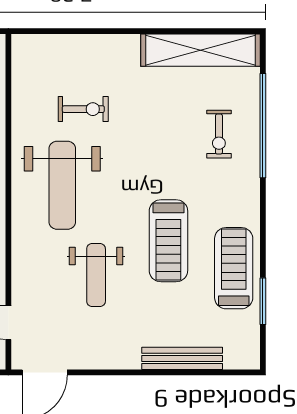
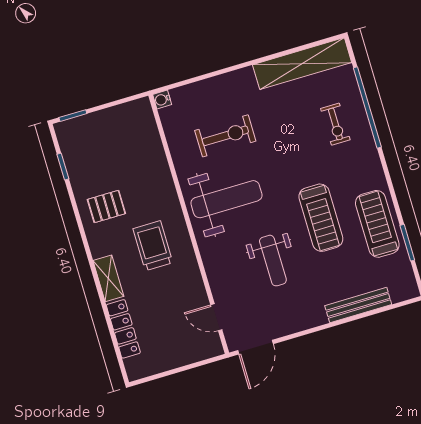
water cooler: (21, 43) -> (162, 100), added
exercise bike: (83, 109) -> (225, 136), width x1.38, depth x1.39
weight bench: (62, 185) -> (226, 199), turned -90

